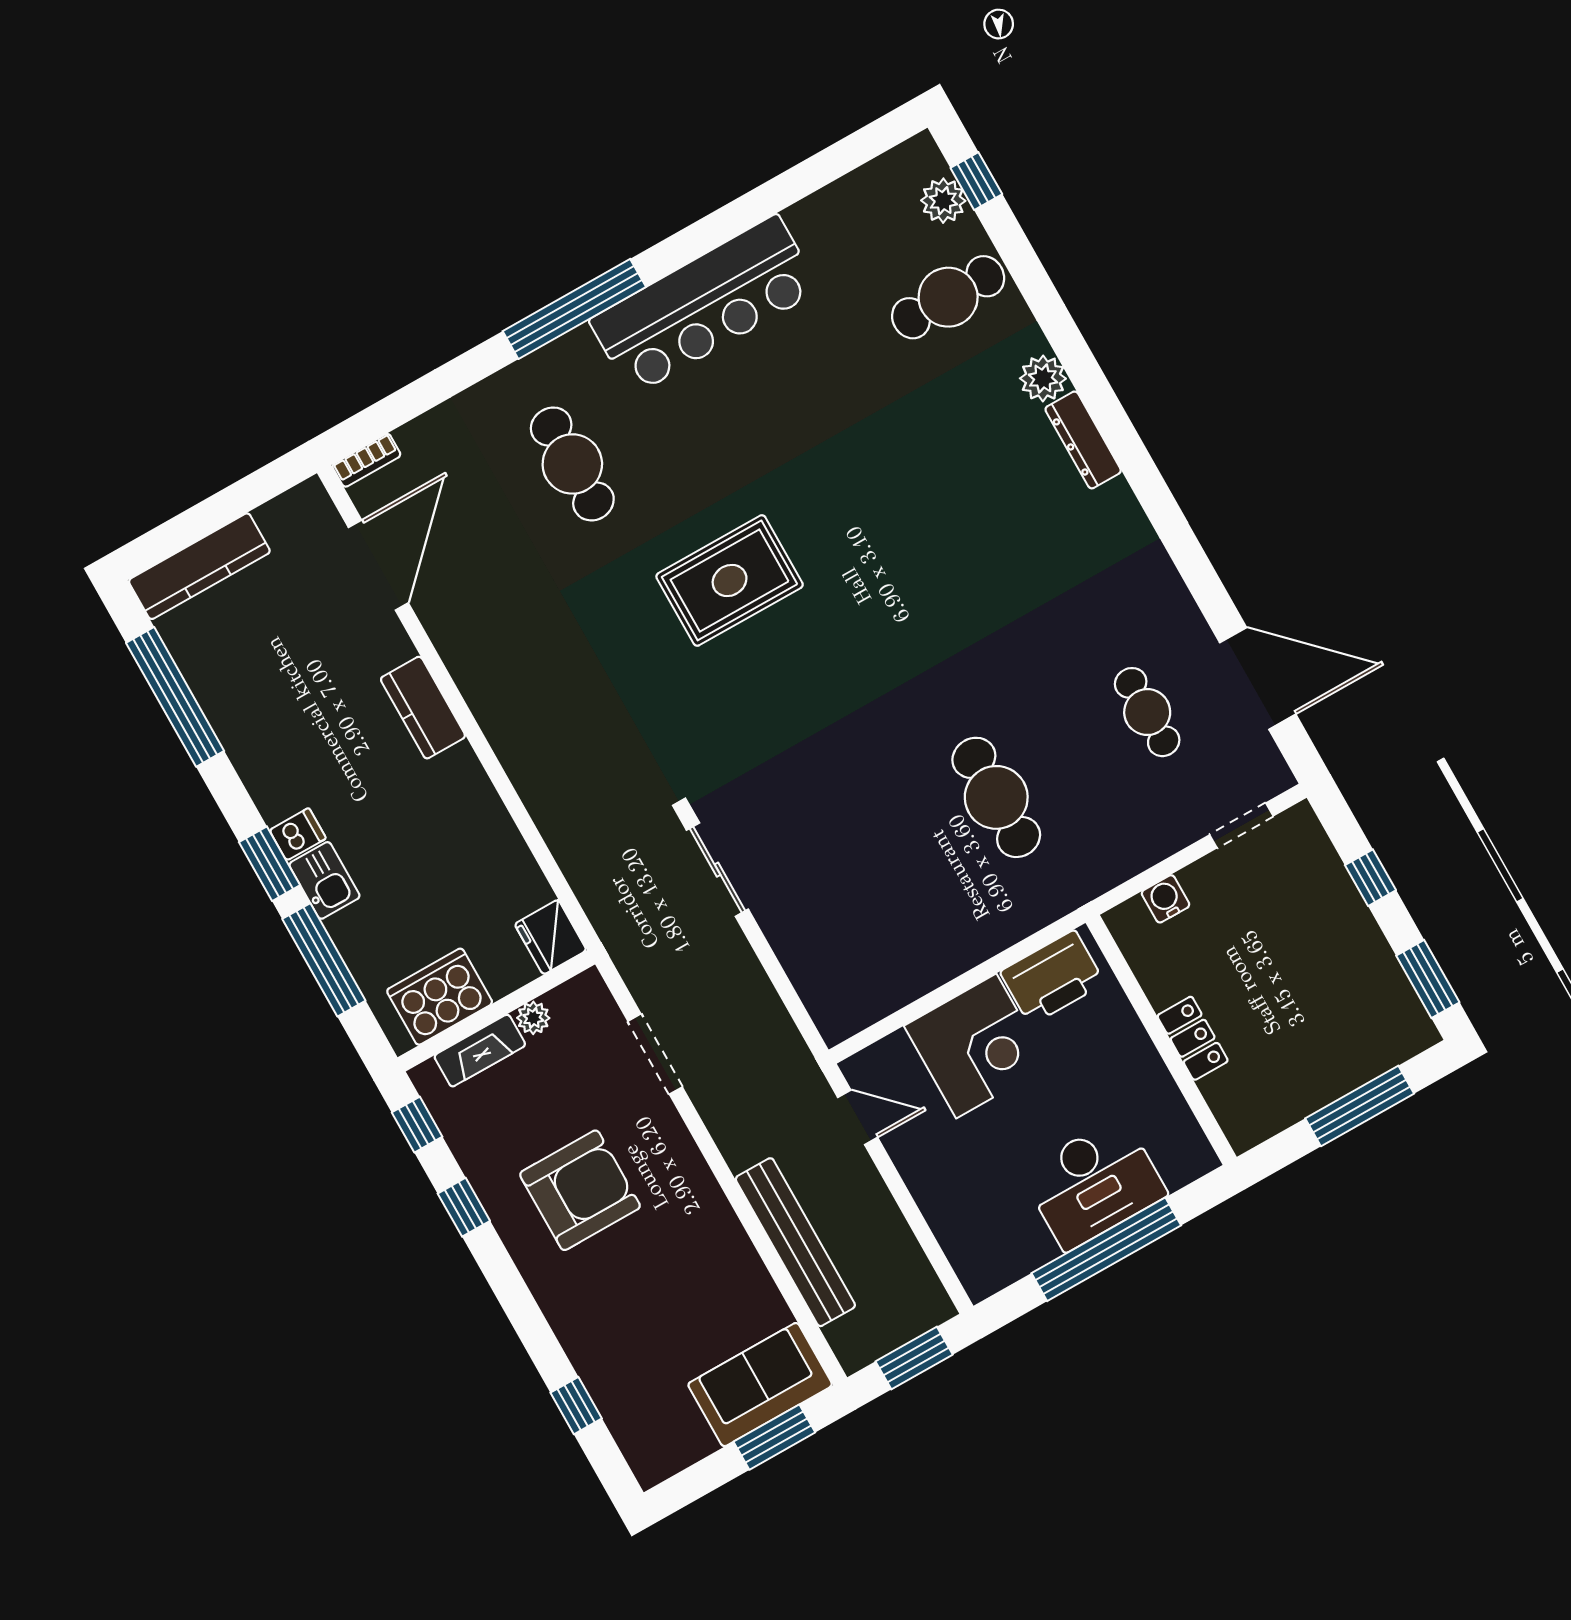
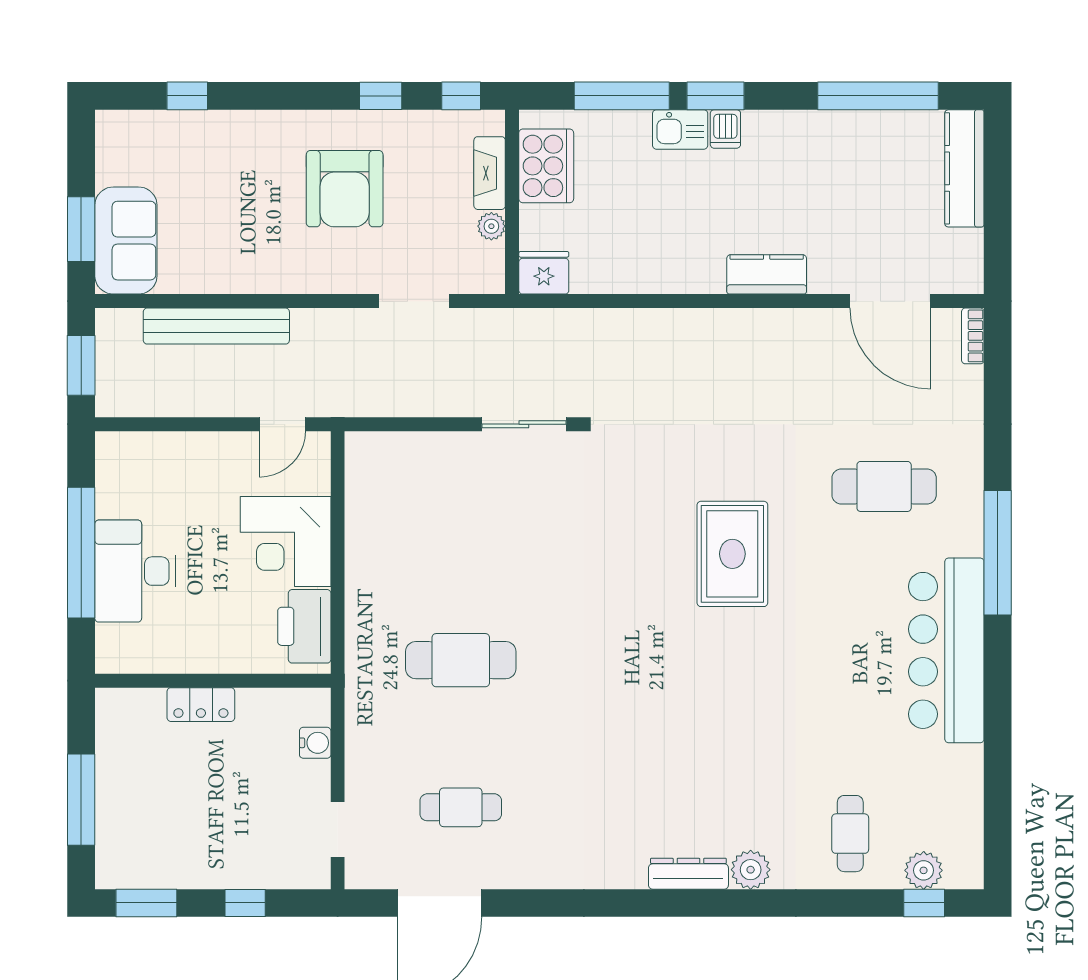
cafe table: (948, 297) -> (850, 834), width x0.73, depth x0.74

